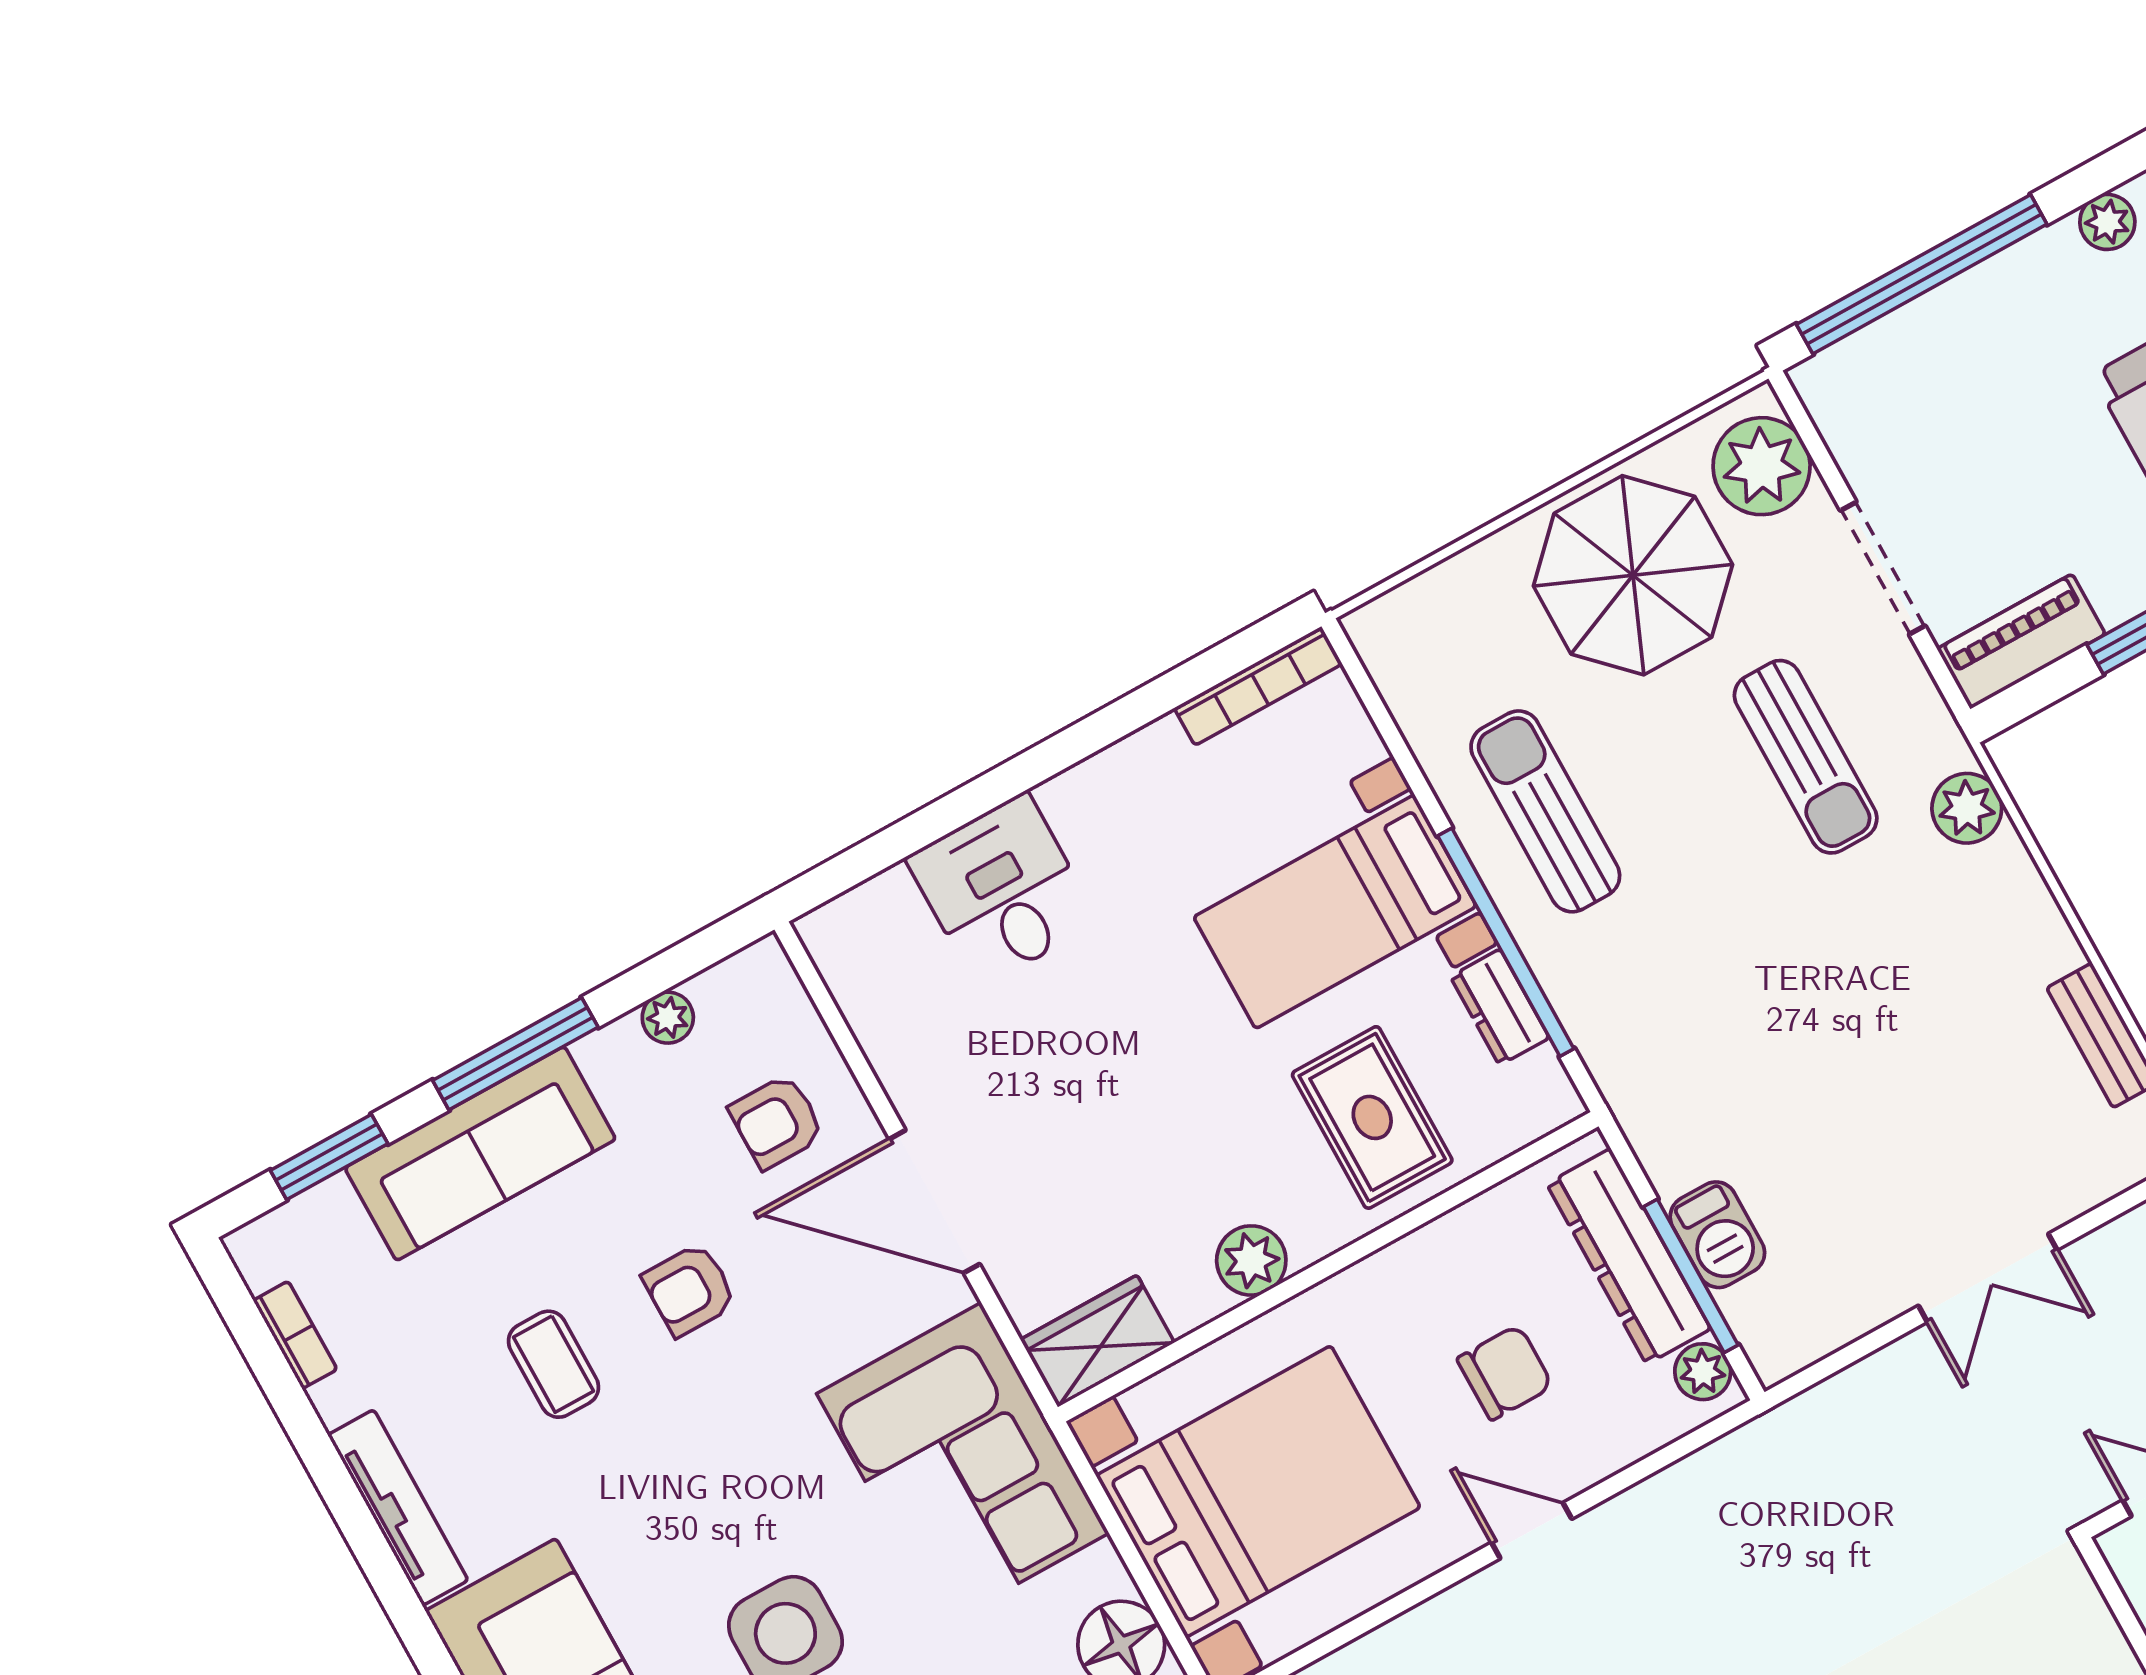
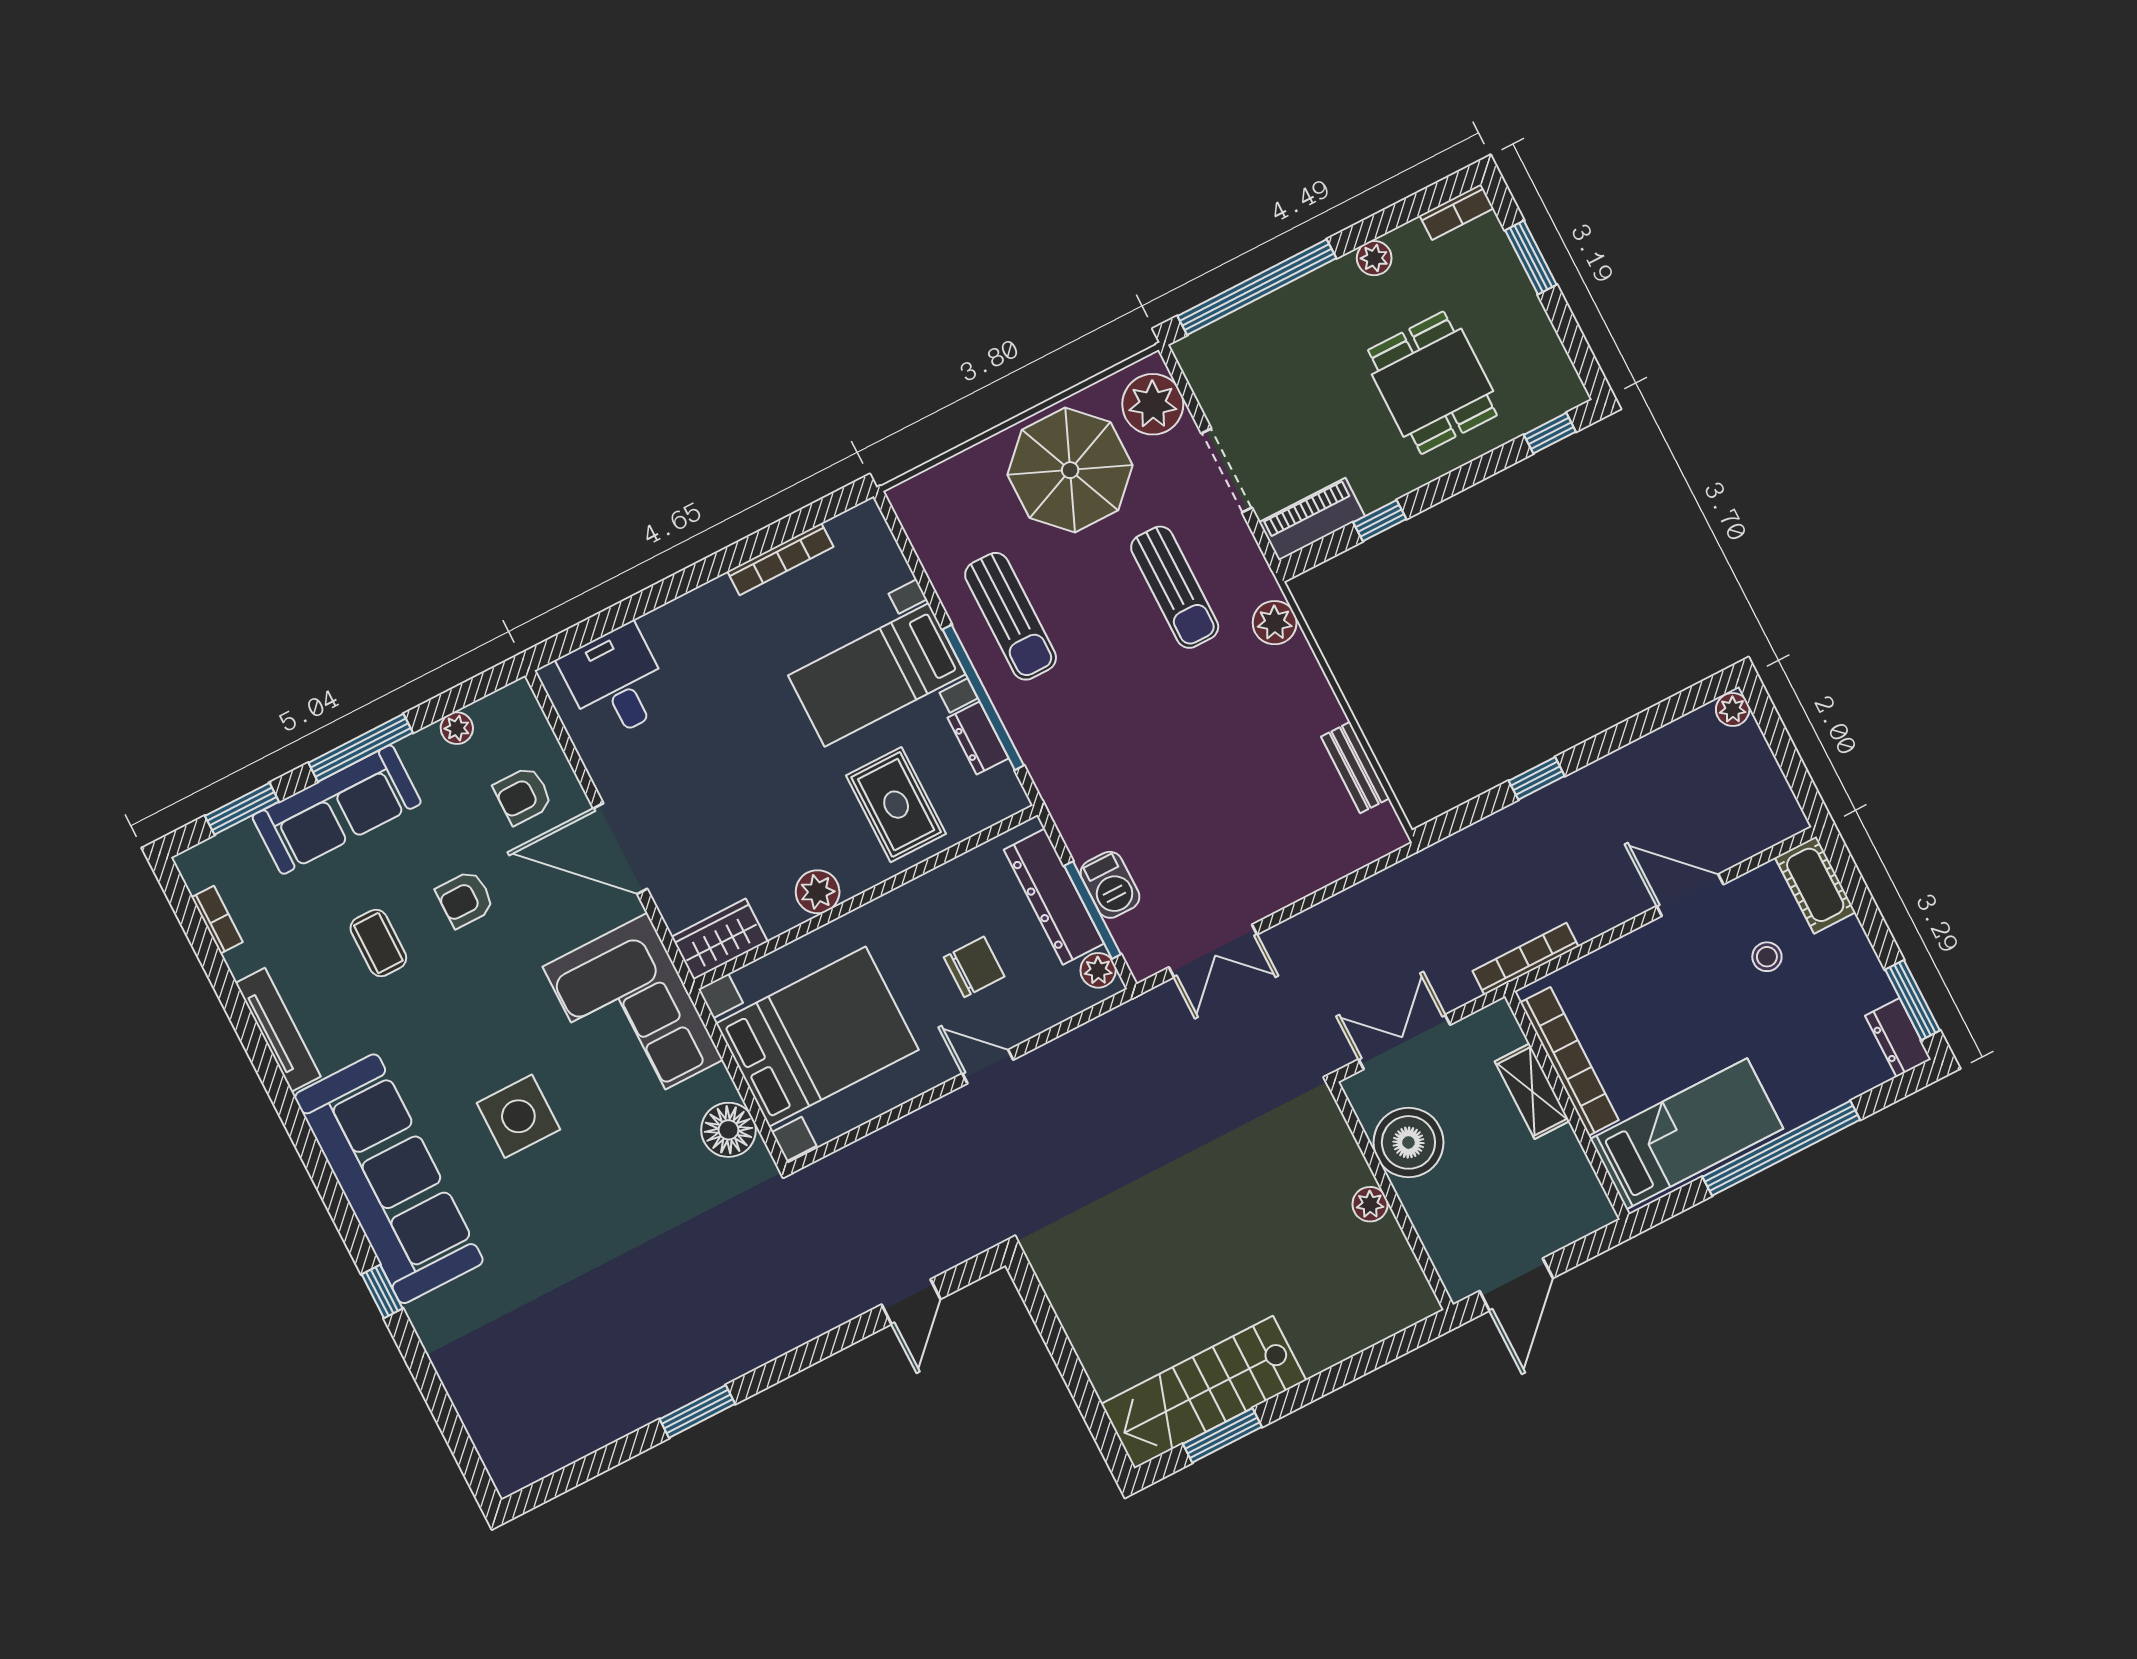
bookcase: (1258, 686) -> (780, 559), moved
sun lounger: (1545, 811) -> (1011, 616), turned 180
desk: (1002, 890) -> (616, 682), moved
double door: (1988, 1278) -> (1213, 951), moved

